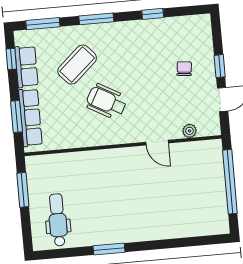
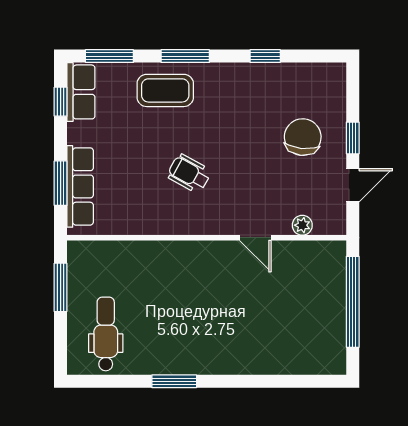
coffee table: (77, 64) -> (165, 90), moved, turned 42
row of seats: (26, 67) -> (81, 92), moved
chair: (184, 69) -> (303, 137), width x1.87, depth x1.87
wheelchair: (106, 102) -> (189, 174), width x0.73, depth x0.73

